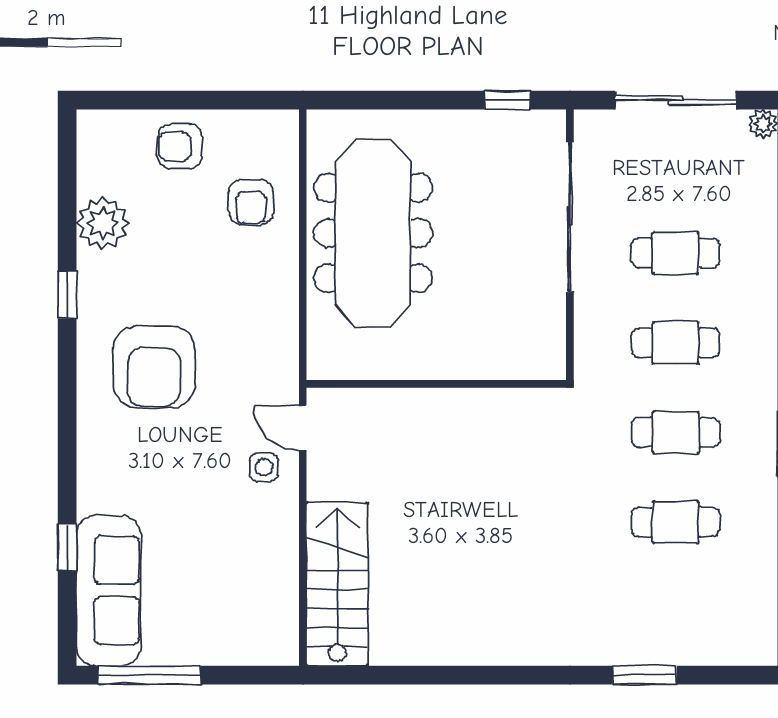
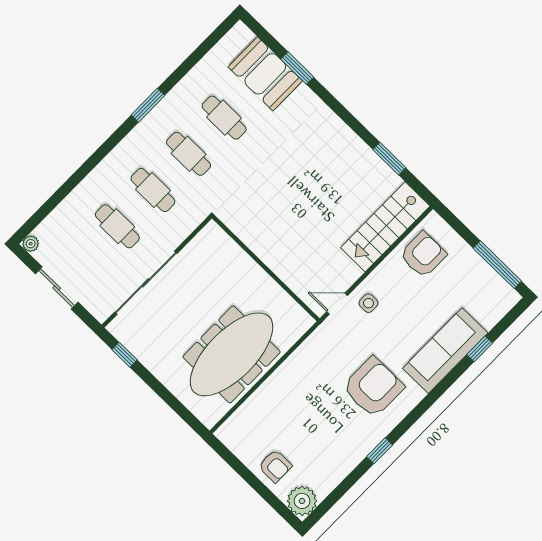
sliding door: (676, 100) -> (57, 288), width x0.73
armchair: (251, 202) -> (423, 255), moved, width x1.38, depth x1.38
plant: (103, 223) -> (302, 501), moved
door: (303, 428) -> (337, 304), swing flipped
sofa: (108, 591) -> (445, 351), moved
booth: (678, 628) -> (265, 74), added
window: (417, 675) -> (389, 159), added

